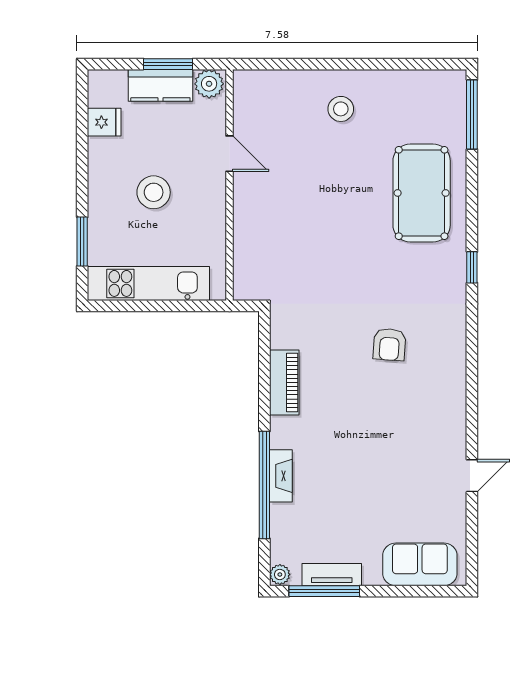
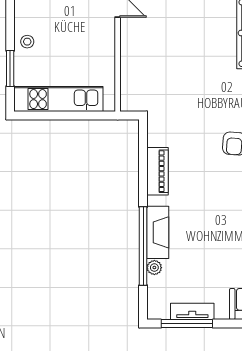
stool: (154, 192) -> (27, 42), moved, width x0.53, depth x0.53
fireplace: (281, 476) -> (158, 232), width x1.37, depth x1.32
plant: (280, 574) -> (154, 268), moved

